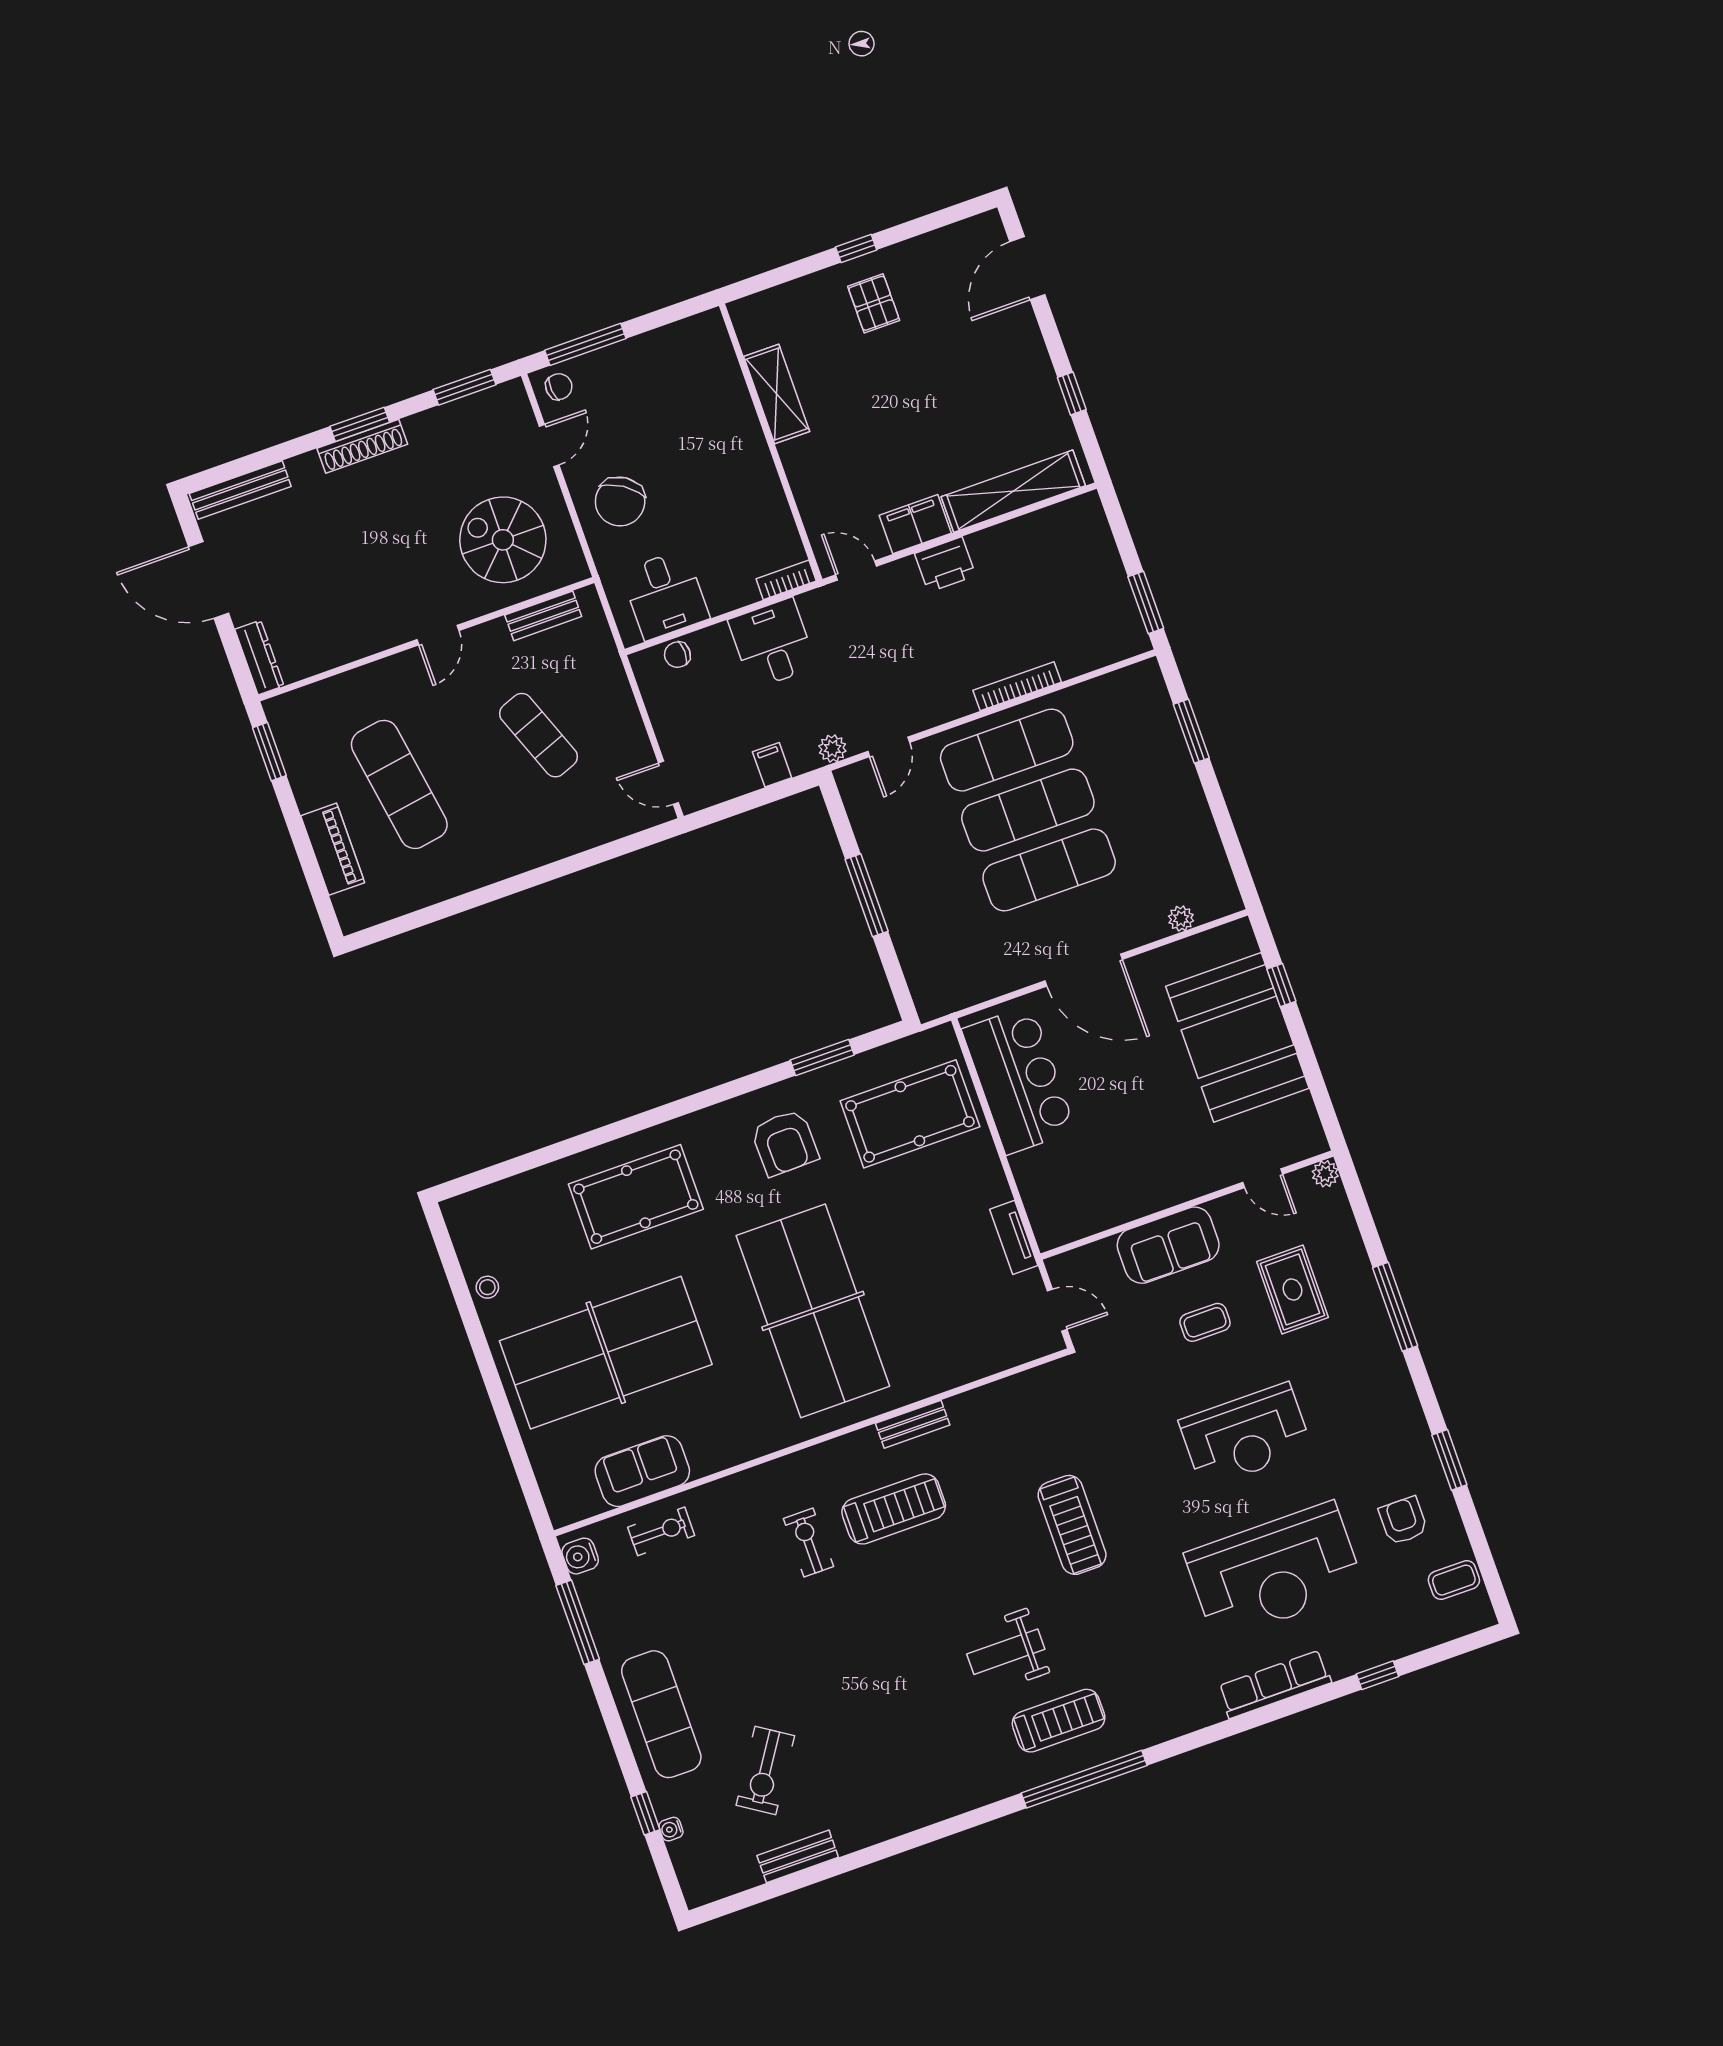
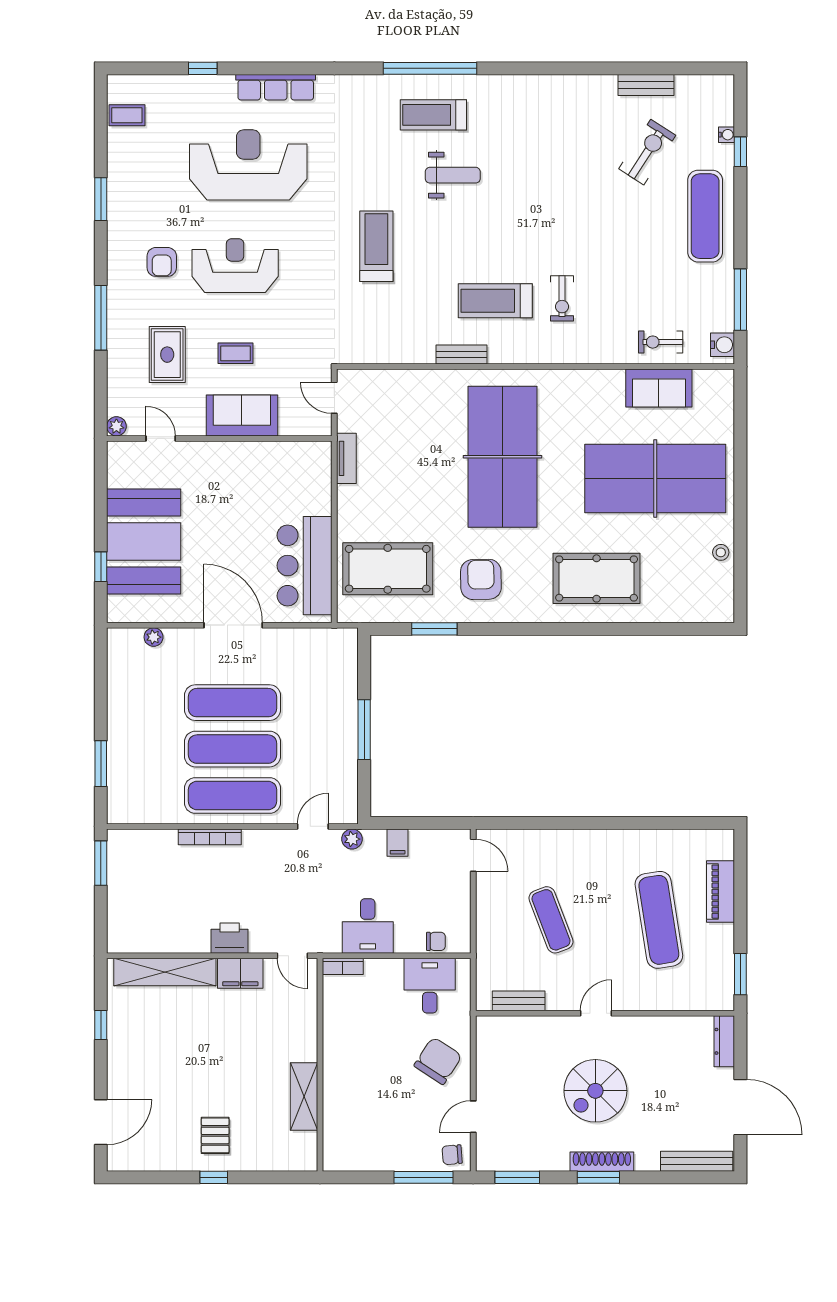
spiral stairs: (503, 540) -> (595, 1091), moved, turned 90
armchair: (1403, 1521) -> (162, 262), moved

